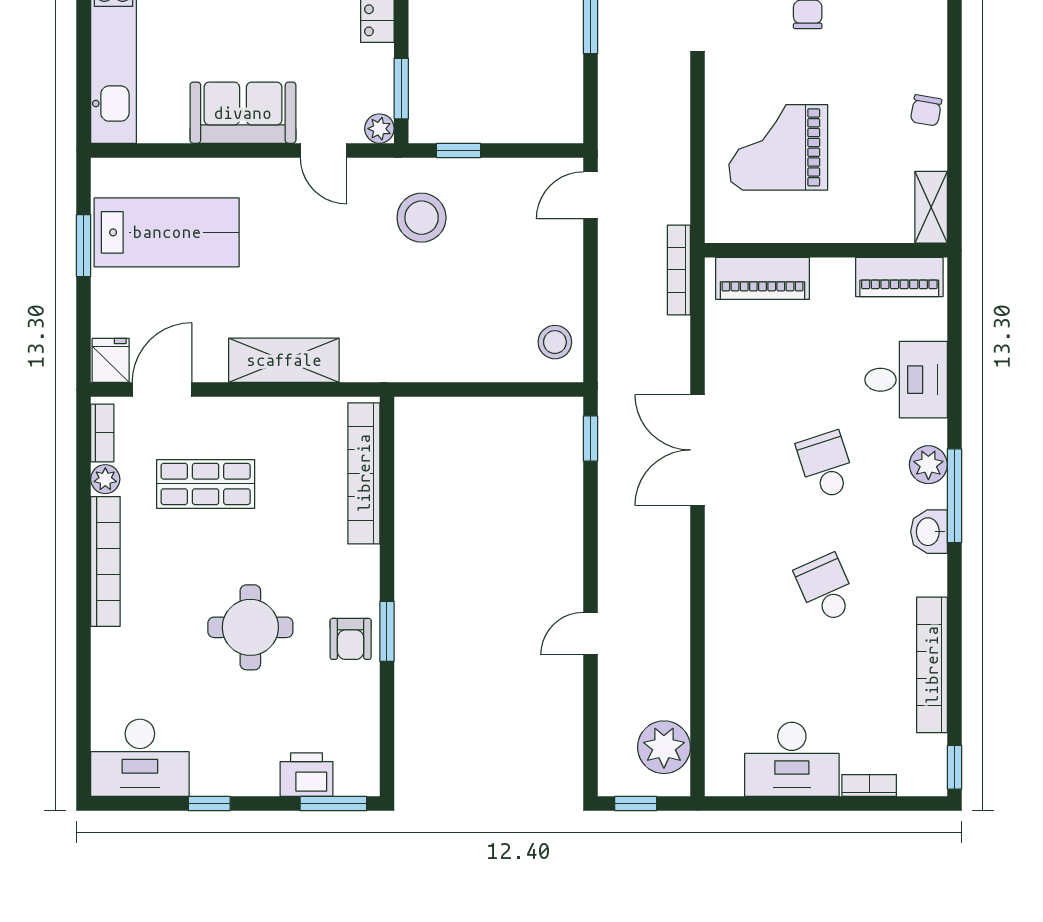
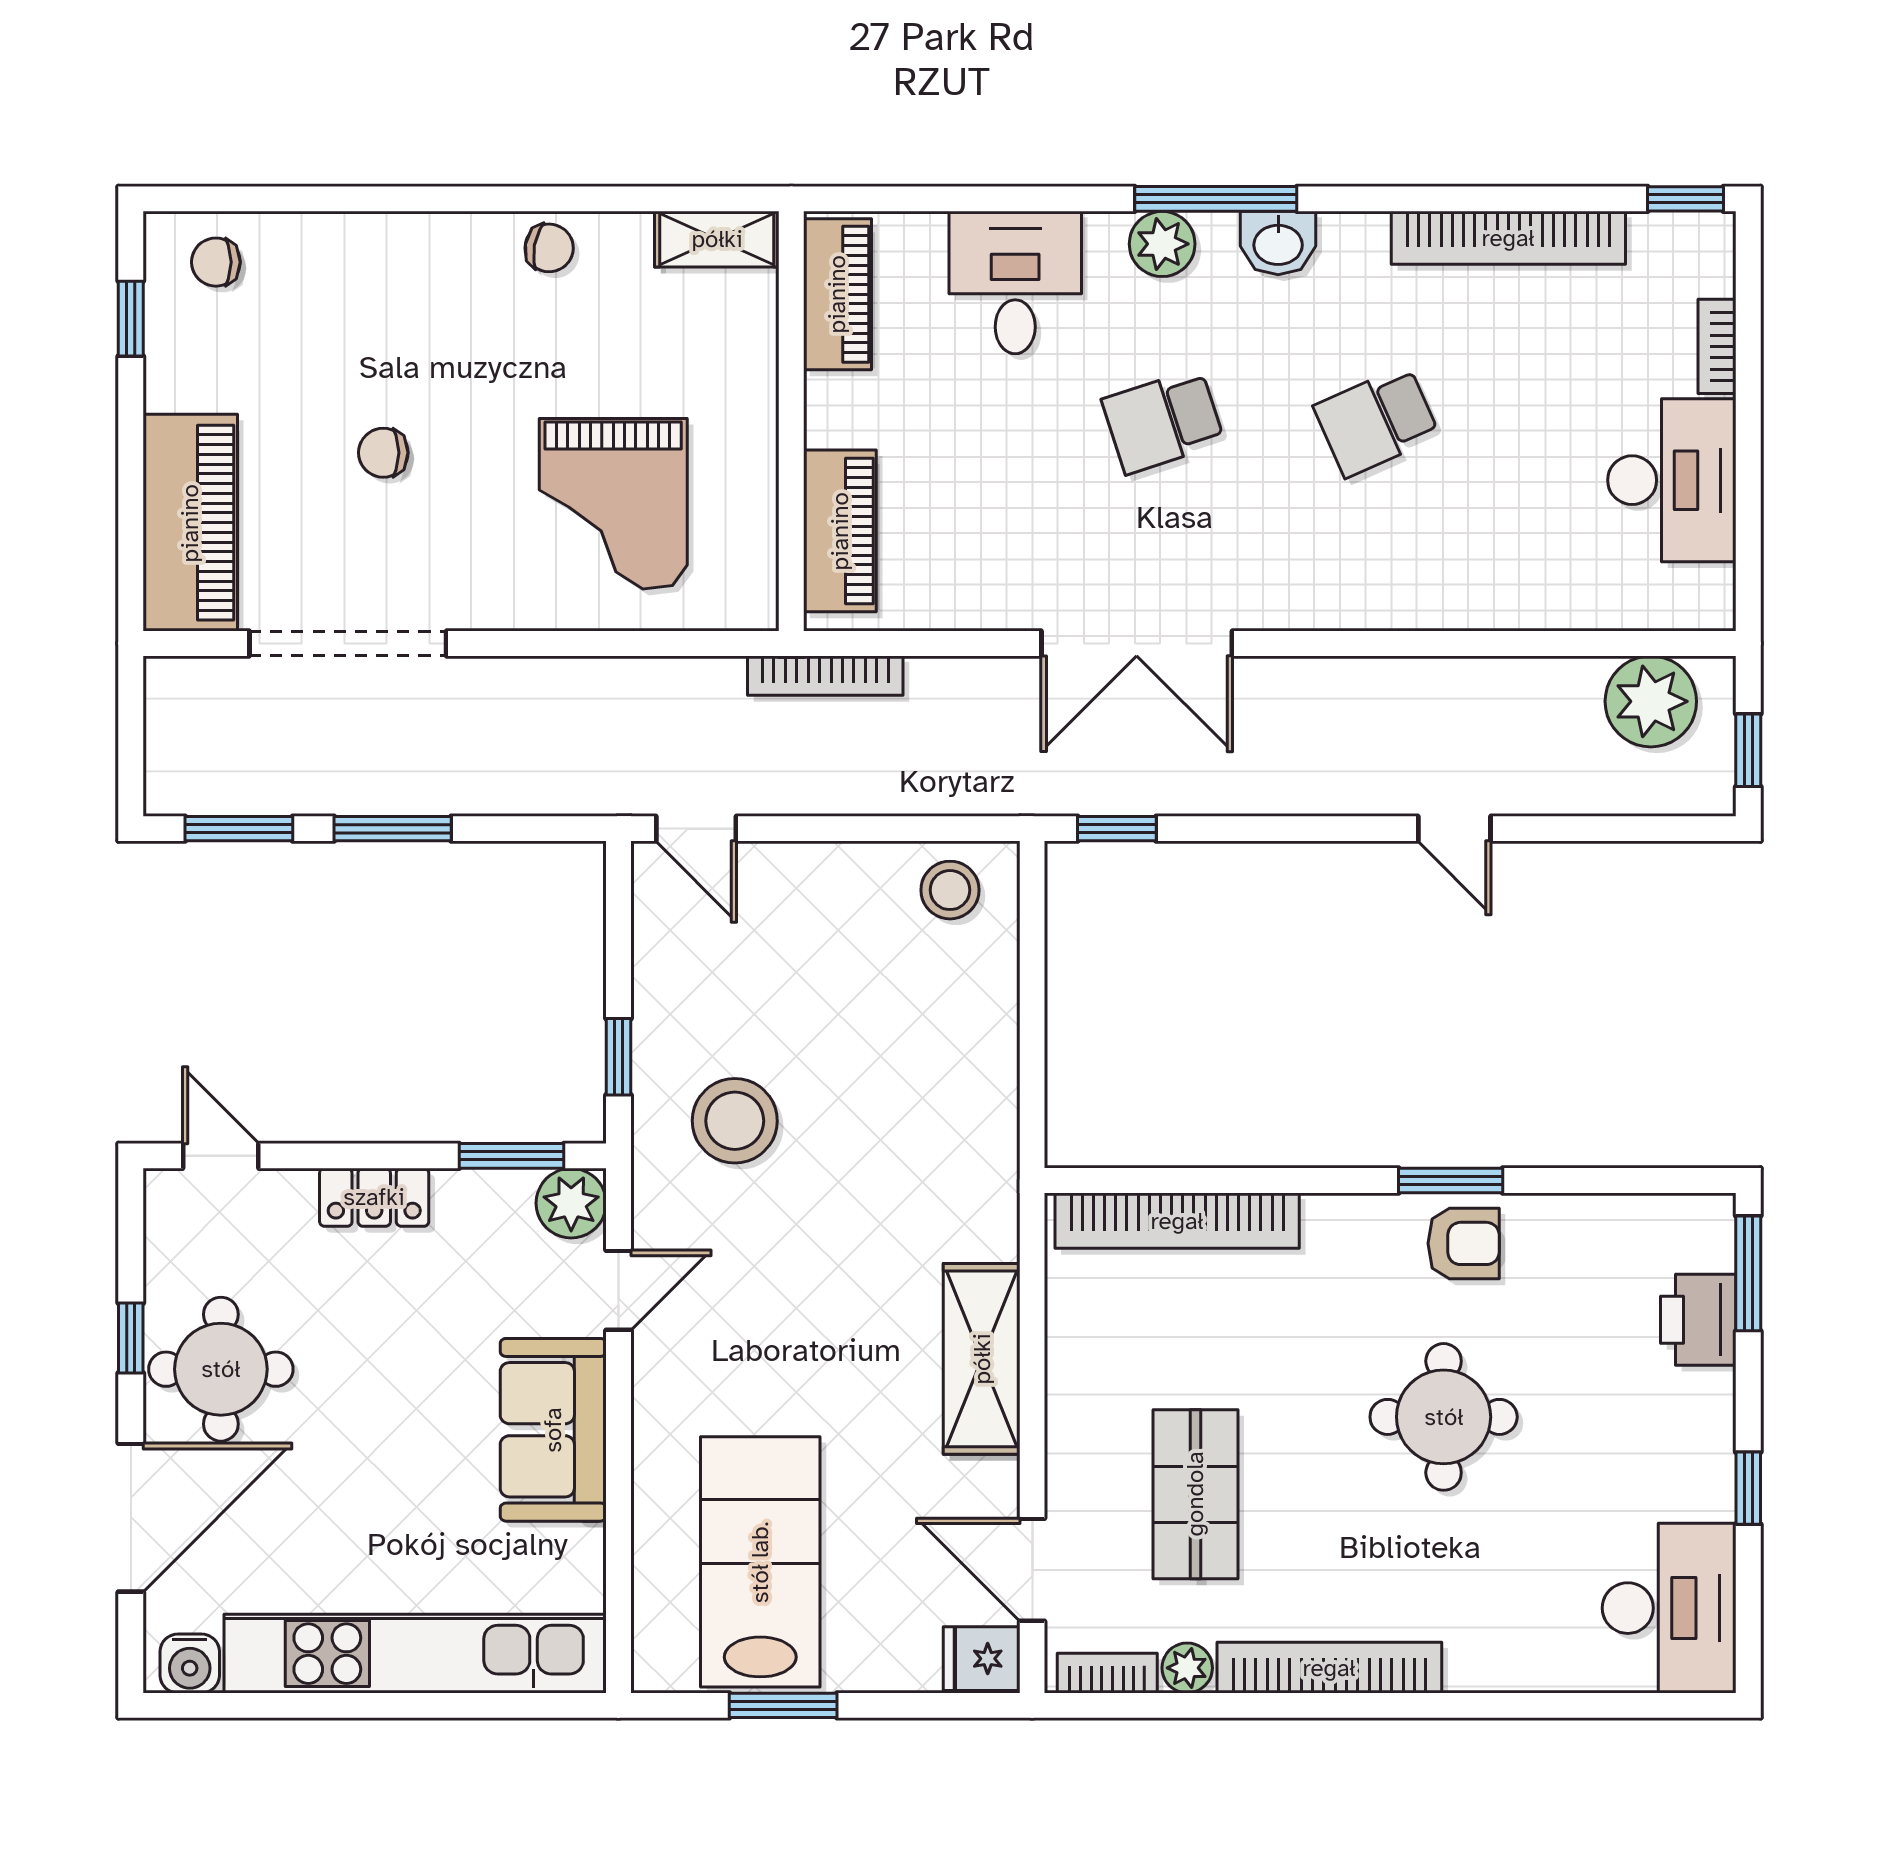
plant: (379, 129) -> (571, 1203), width x1.38, depth x1.38

